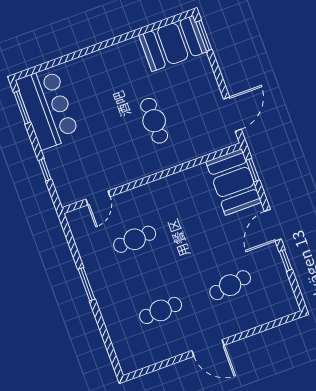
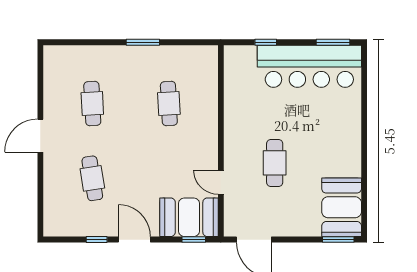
bar counter: (48, 108) -> (309, 66), width x1.36
cafe table: (154, 121) -> (275, 163), turned 90
door: (98, 198) -> (221, 182), moved

